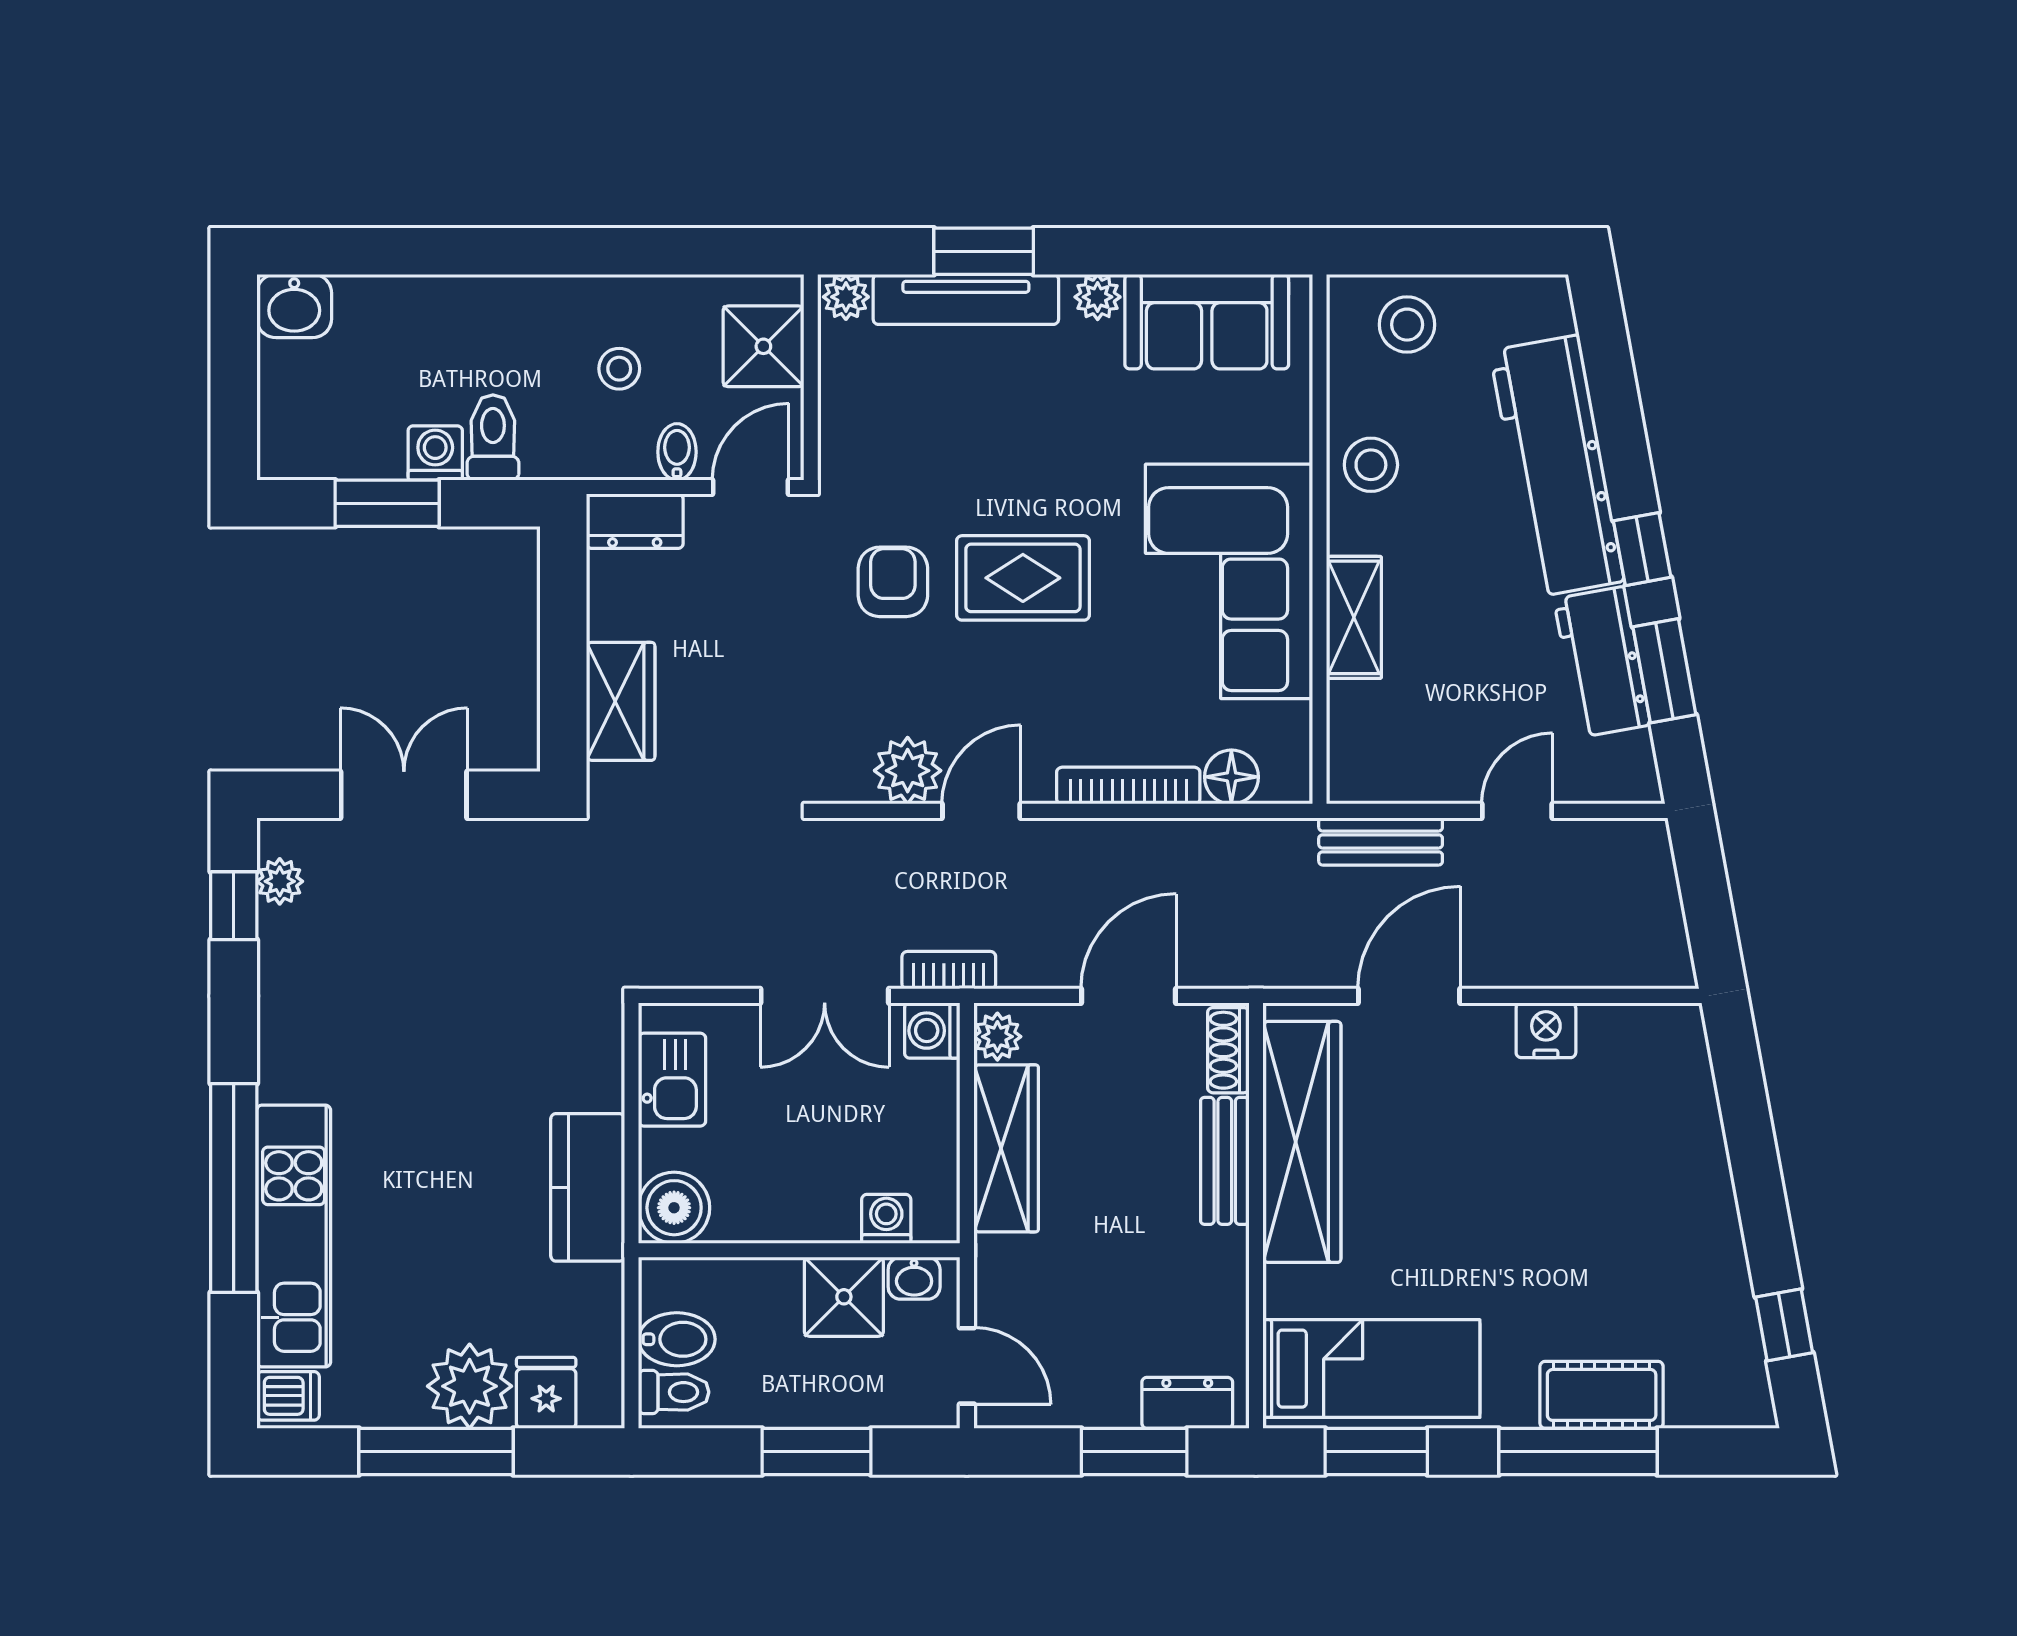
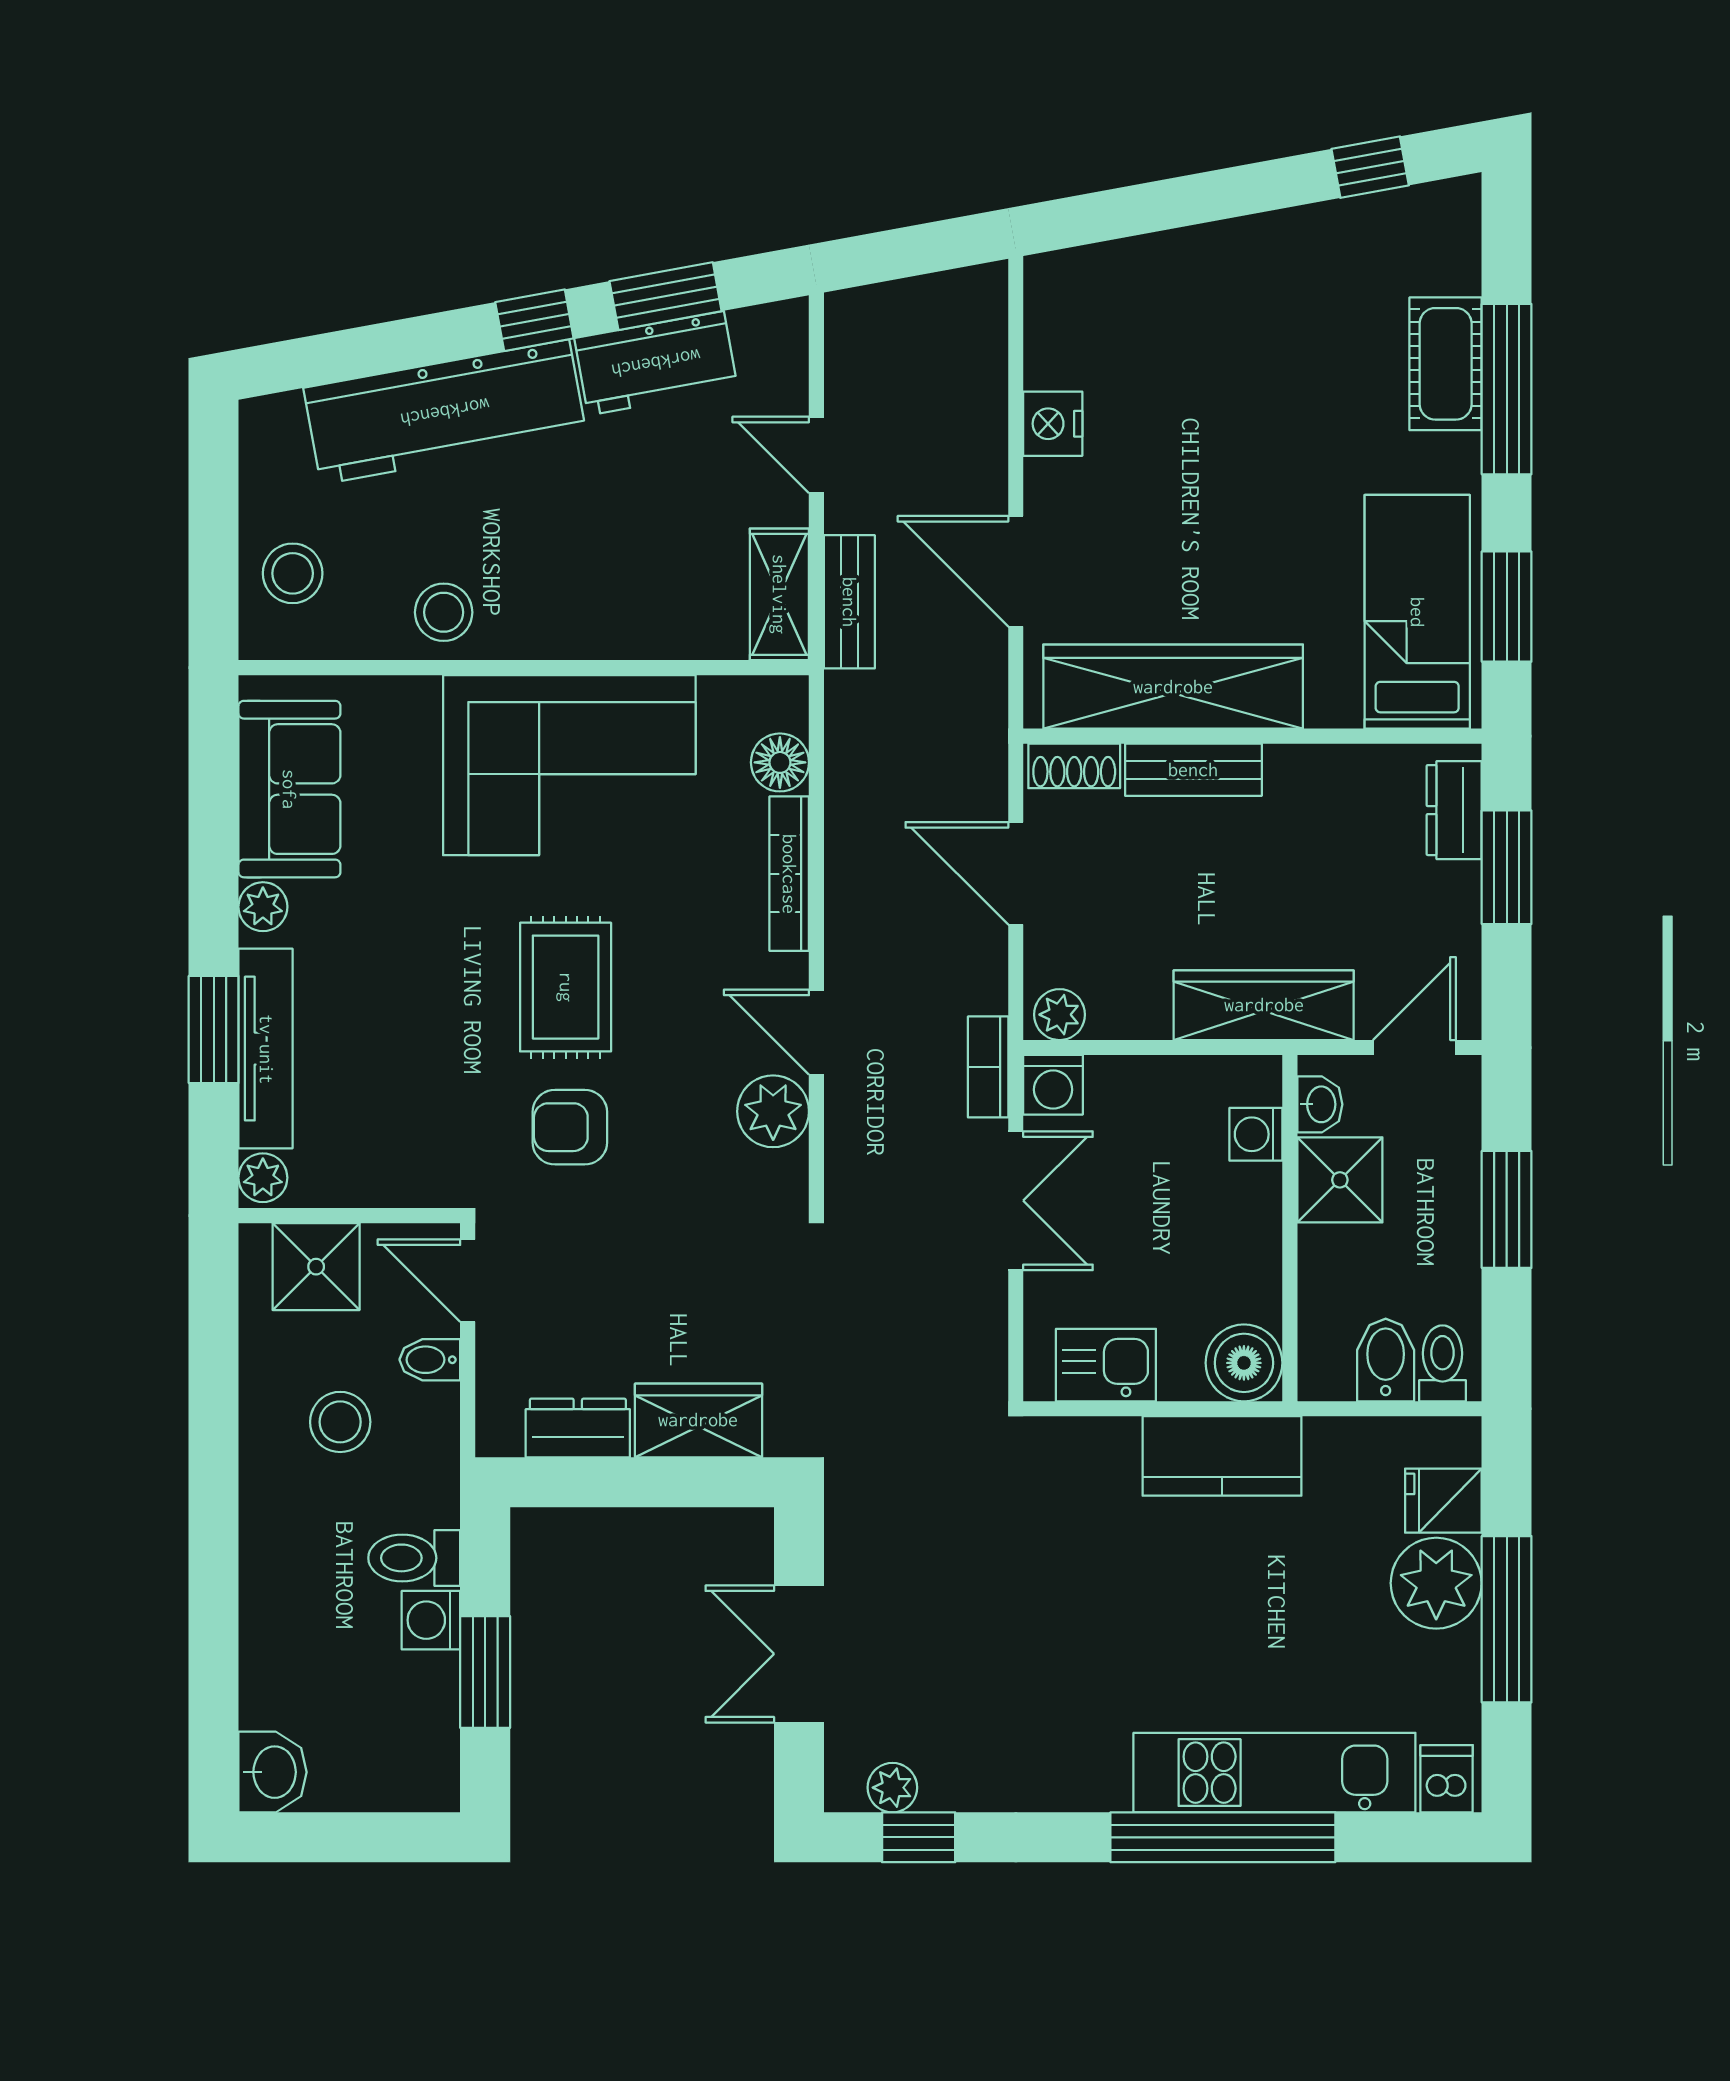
stool: (619, 369) -> (340, 1422), width x1.37, depth x1.37
dresser: (635, 521) -> (578, 1428), moved, turned -90
shelving: (1354, 617) -> (779, 594), moved, turned 90
wardrobe: (1006, 1148) -> (1264, 1005), moved

